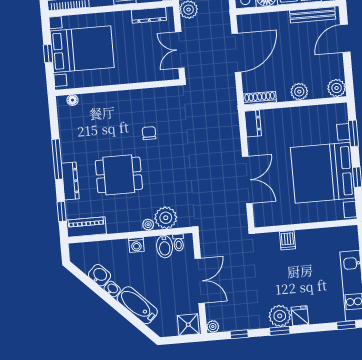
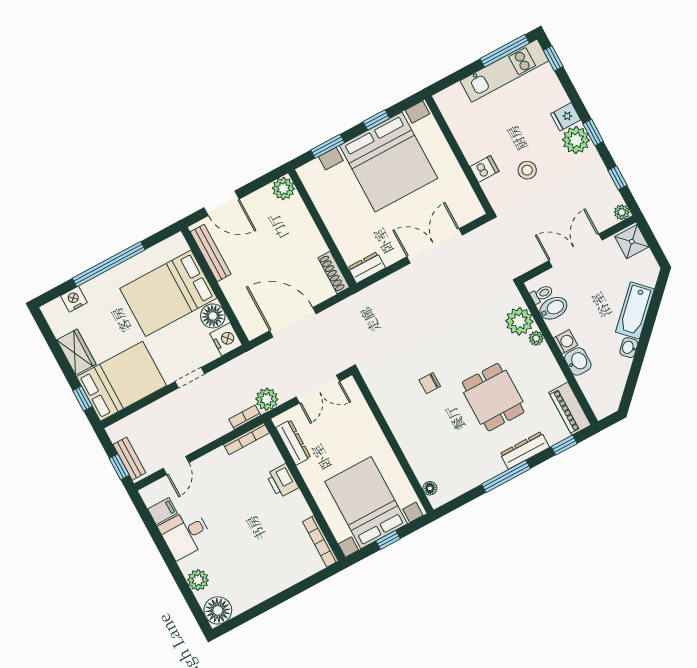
plant: (299, 92) -> (306, 230), removed
stool: (273, 271) -> (527, 170), added
washbasin: (99, 275) -> (578, 361), moved, turned 135

